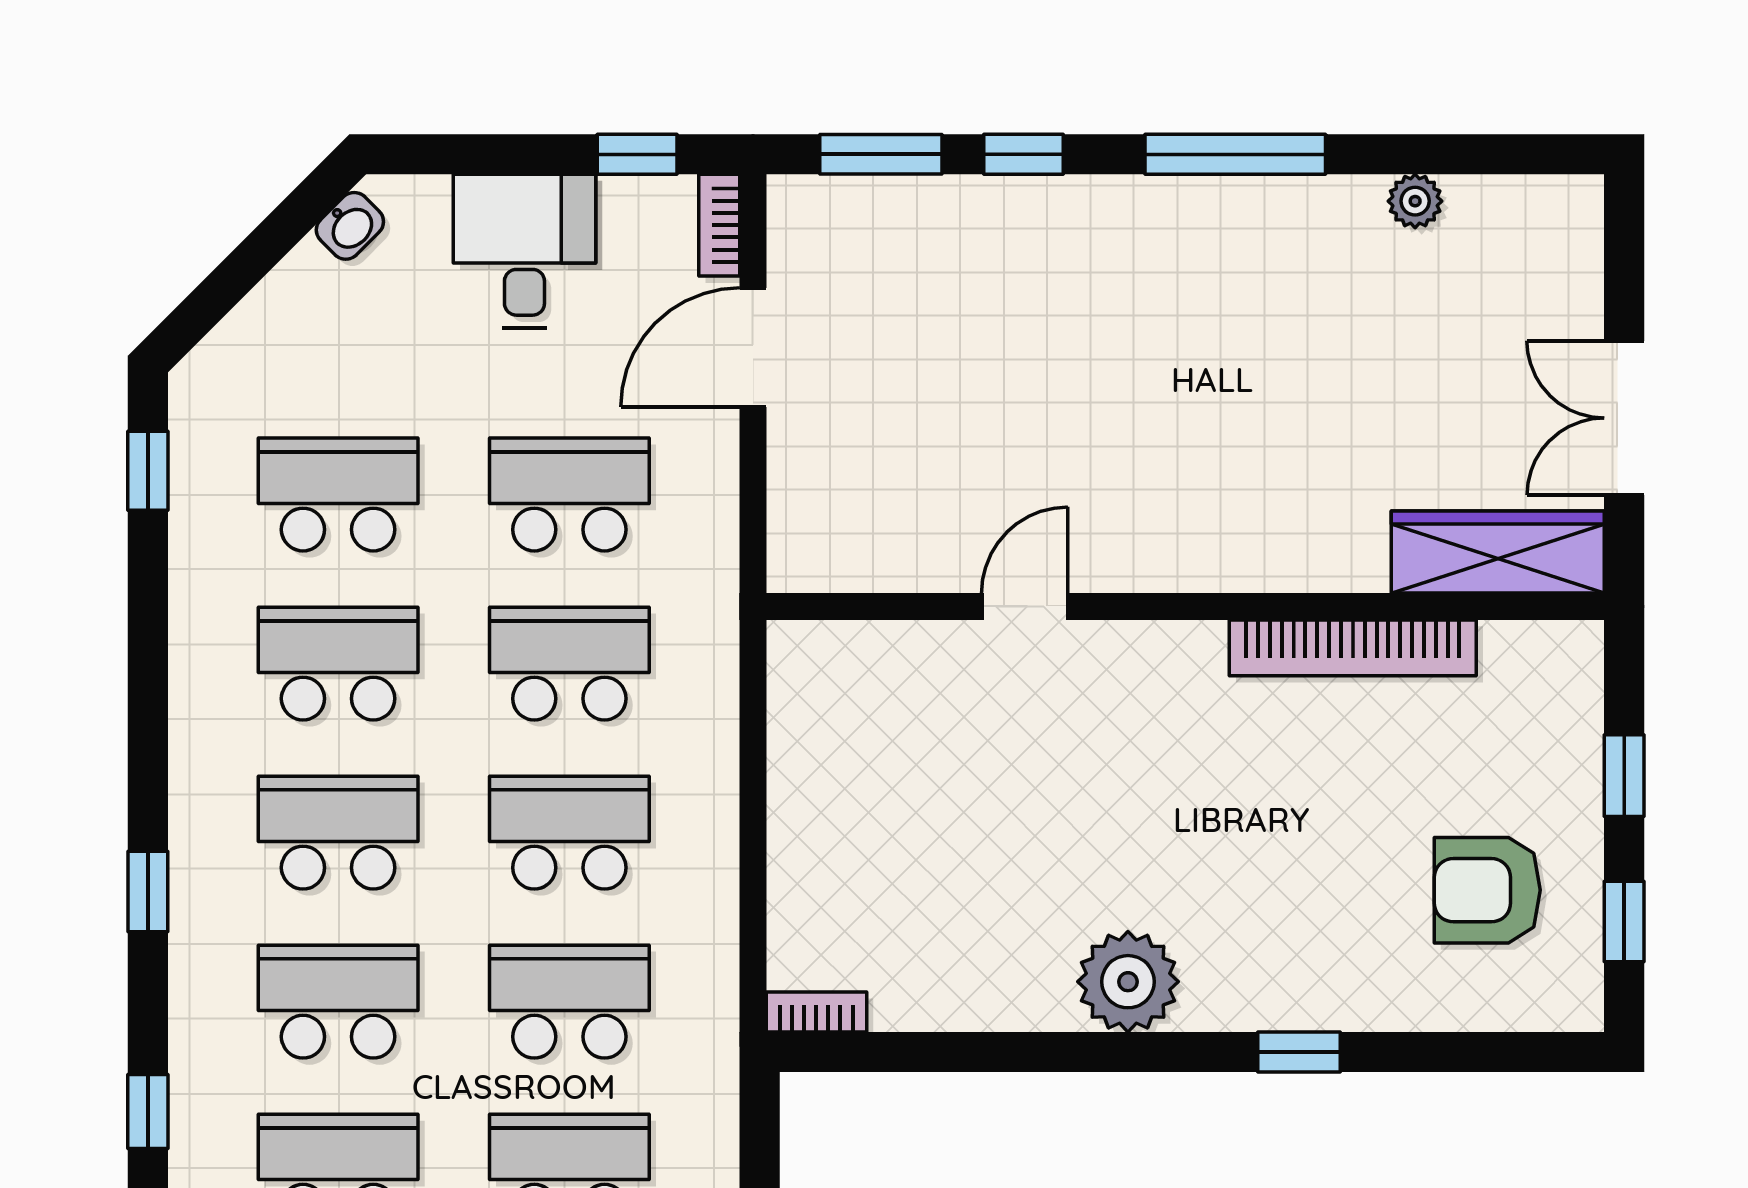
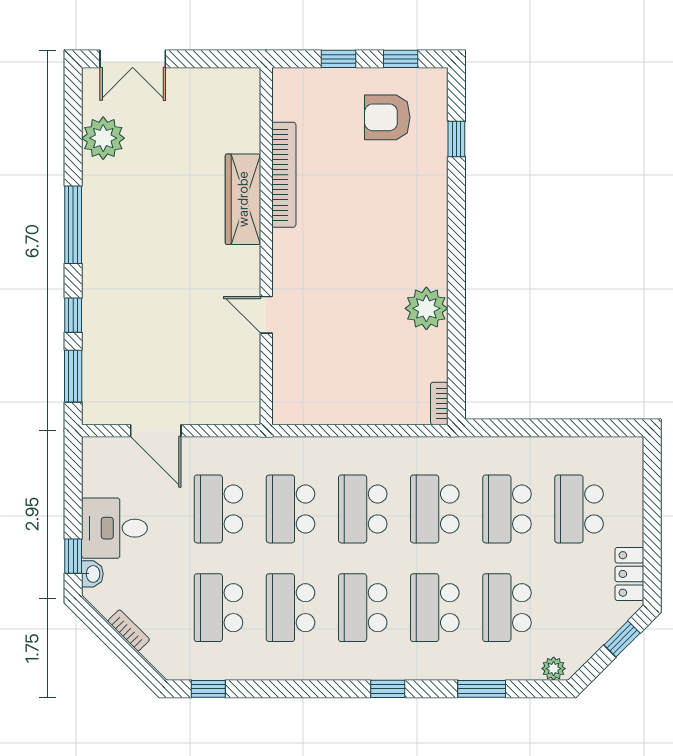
window: (637, 154) -> (73, 556), moved
plant: (1415, 201) -> (103, 138), width x1.87, depth x1.87
bookcase: (719, 225) -> (129, 630), moved, turned -135
washbasin: (350, 226) -> (92, 574), moved, turned 45
double door: (1624, 418) -> (133, 59), moved
wardrobe: (1498, 552) -> (243, 199), moved
armchair: (1487, 890) -> (387, 117), turned 90
plant: (1128, 982) -> (426, 308), moved
window: (1299, 1052) -> (456, 139), moved
window: (148, 1111) -> (482, 689), width x1.50

